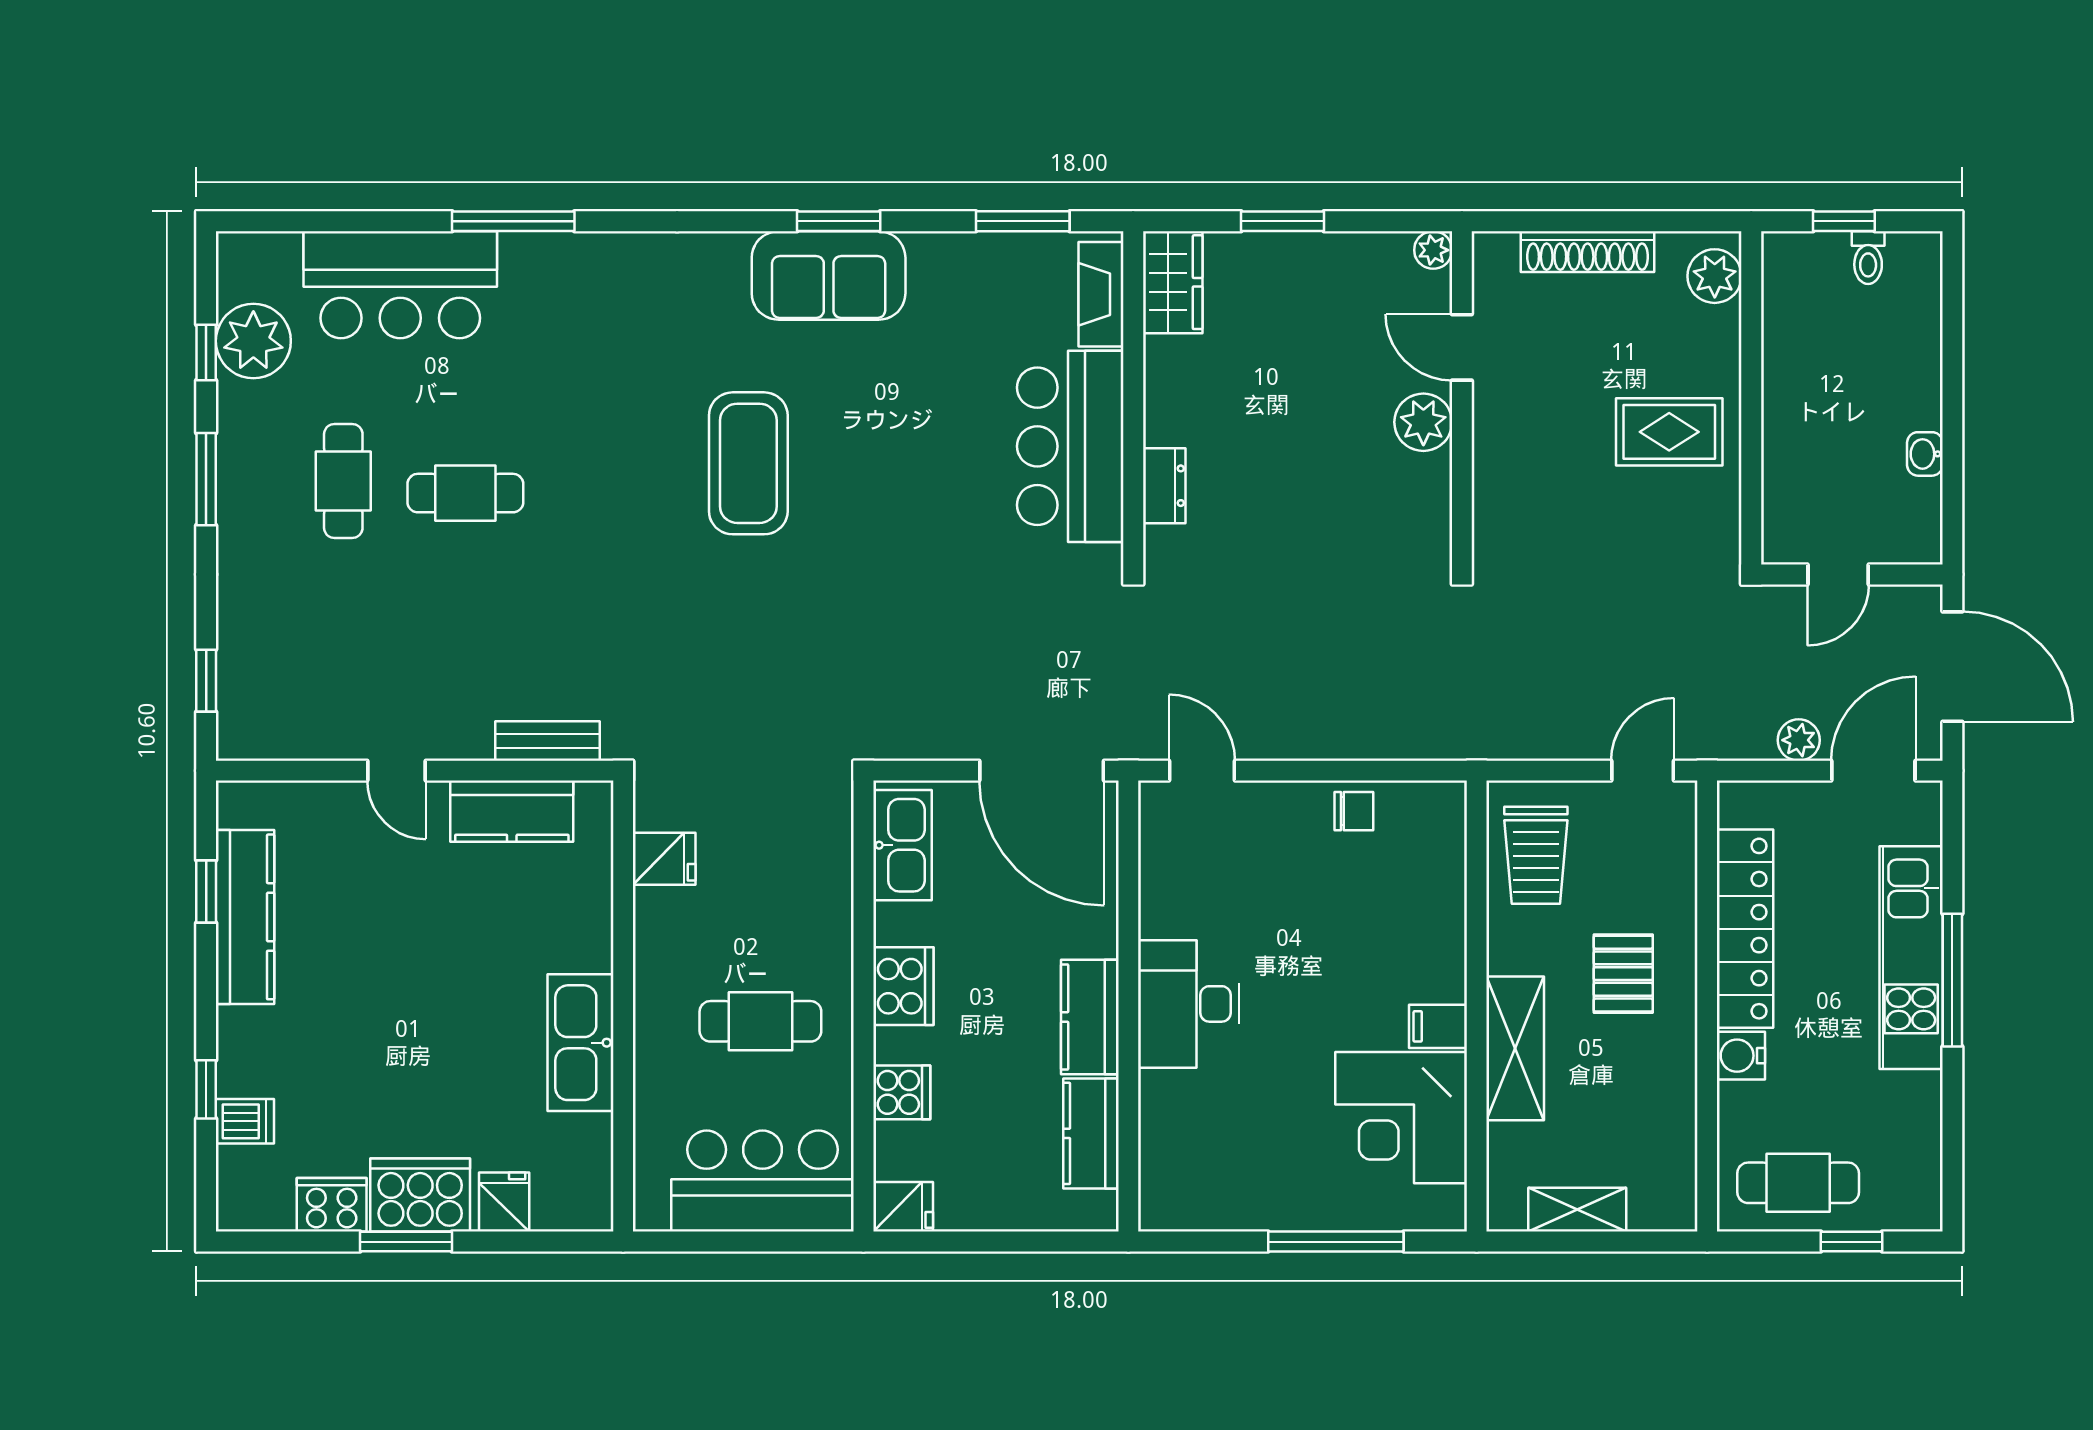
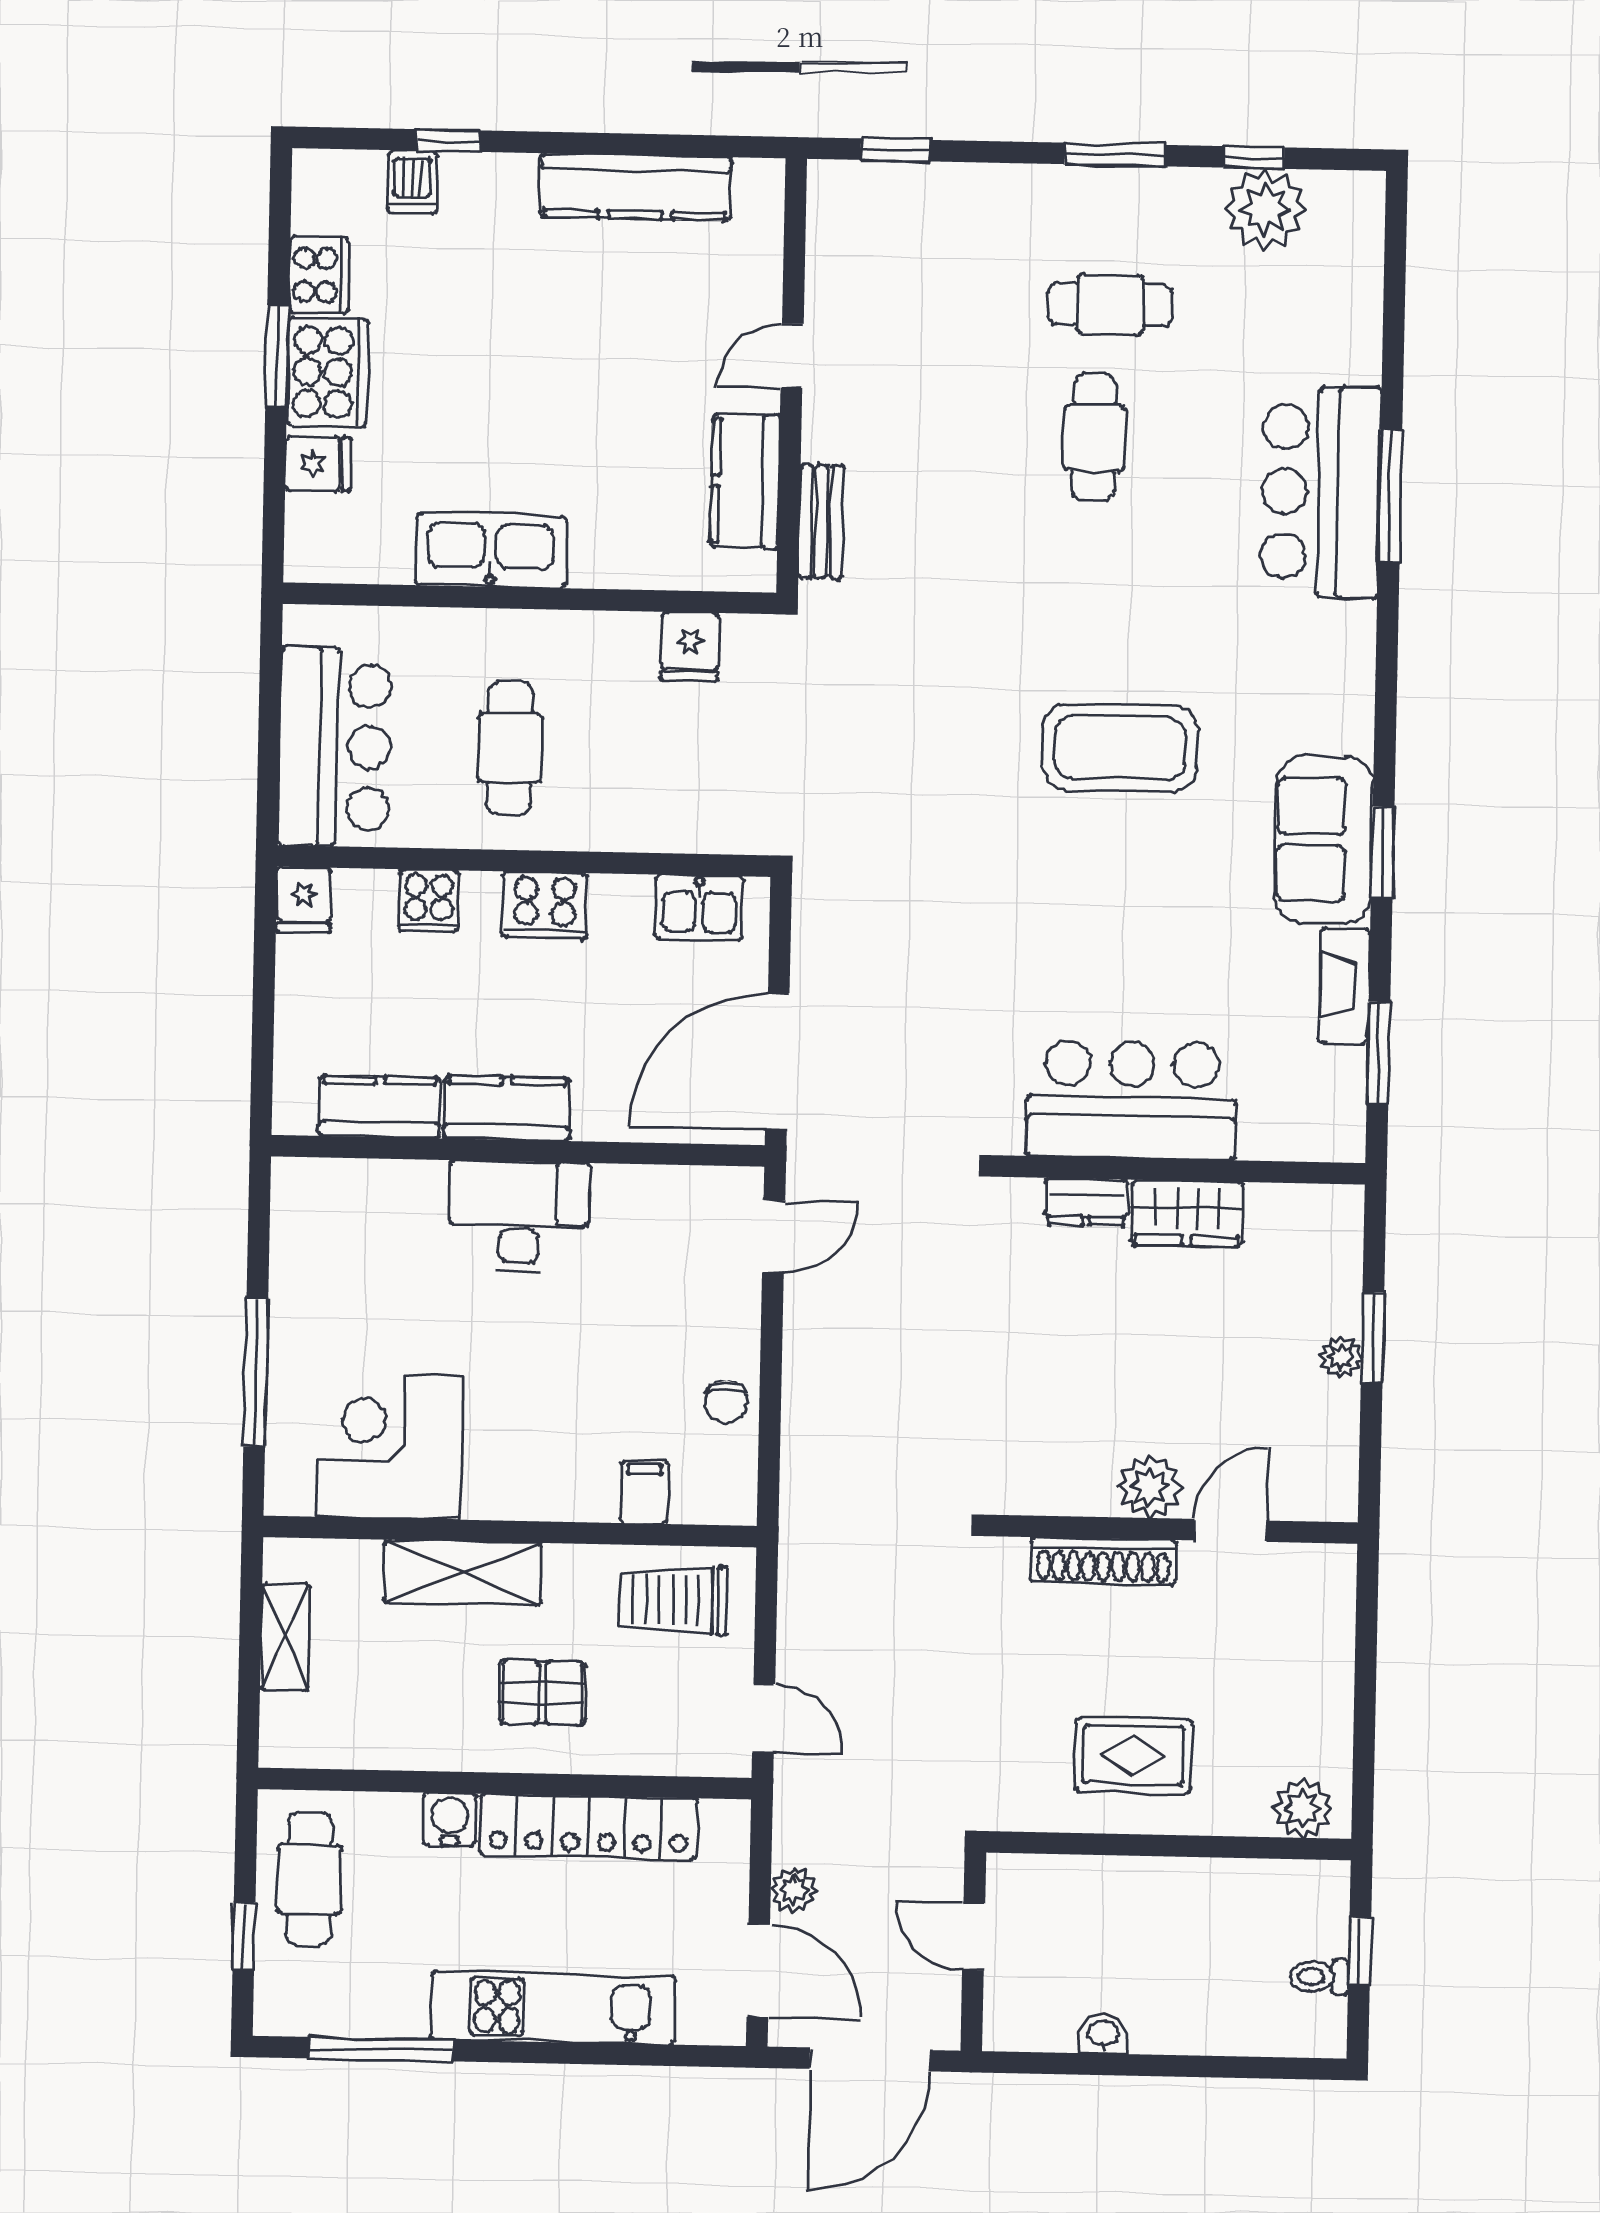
plant: (1433, 250) -> (1341, 1357), moved
shoe rack: (1588, 252) -> (1103, 1561), moved, turned -90
wardrobe: (1173, 282) -> (1187, 1213), moved
bar counter: (400, 285) -> (1321, 492), moved
fireplace: (1101, 294) -> (1345, 986), moved, turned -90
rug: (1669, 432) -> (1134, 1755), turned 90
kitchen sink: (902, 845) -> (699, 907), width x0.73
window: (206, 892) -> (664, 145), removed
window: (1952, 980) -> (381, 2049), moved
filing cabinet: (1438, 1026) -> (644, 1492), moved

